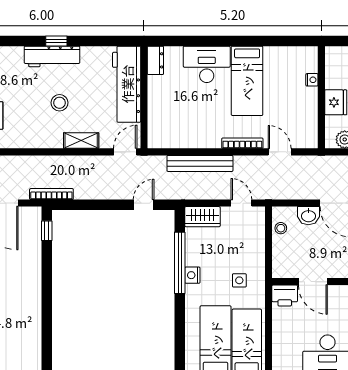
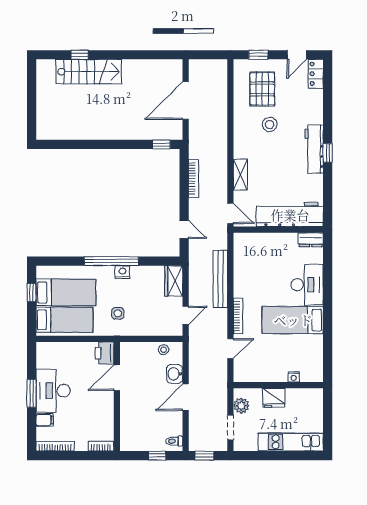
stool: (60, 103) -> (270, 125), moved
bookcase: (51, 194) -> (193, 178), moved
window: (180, 263) -> (111, 261), moved

